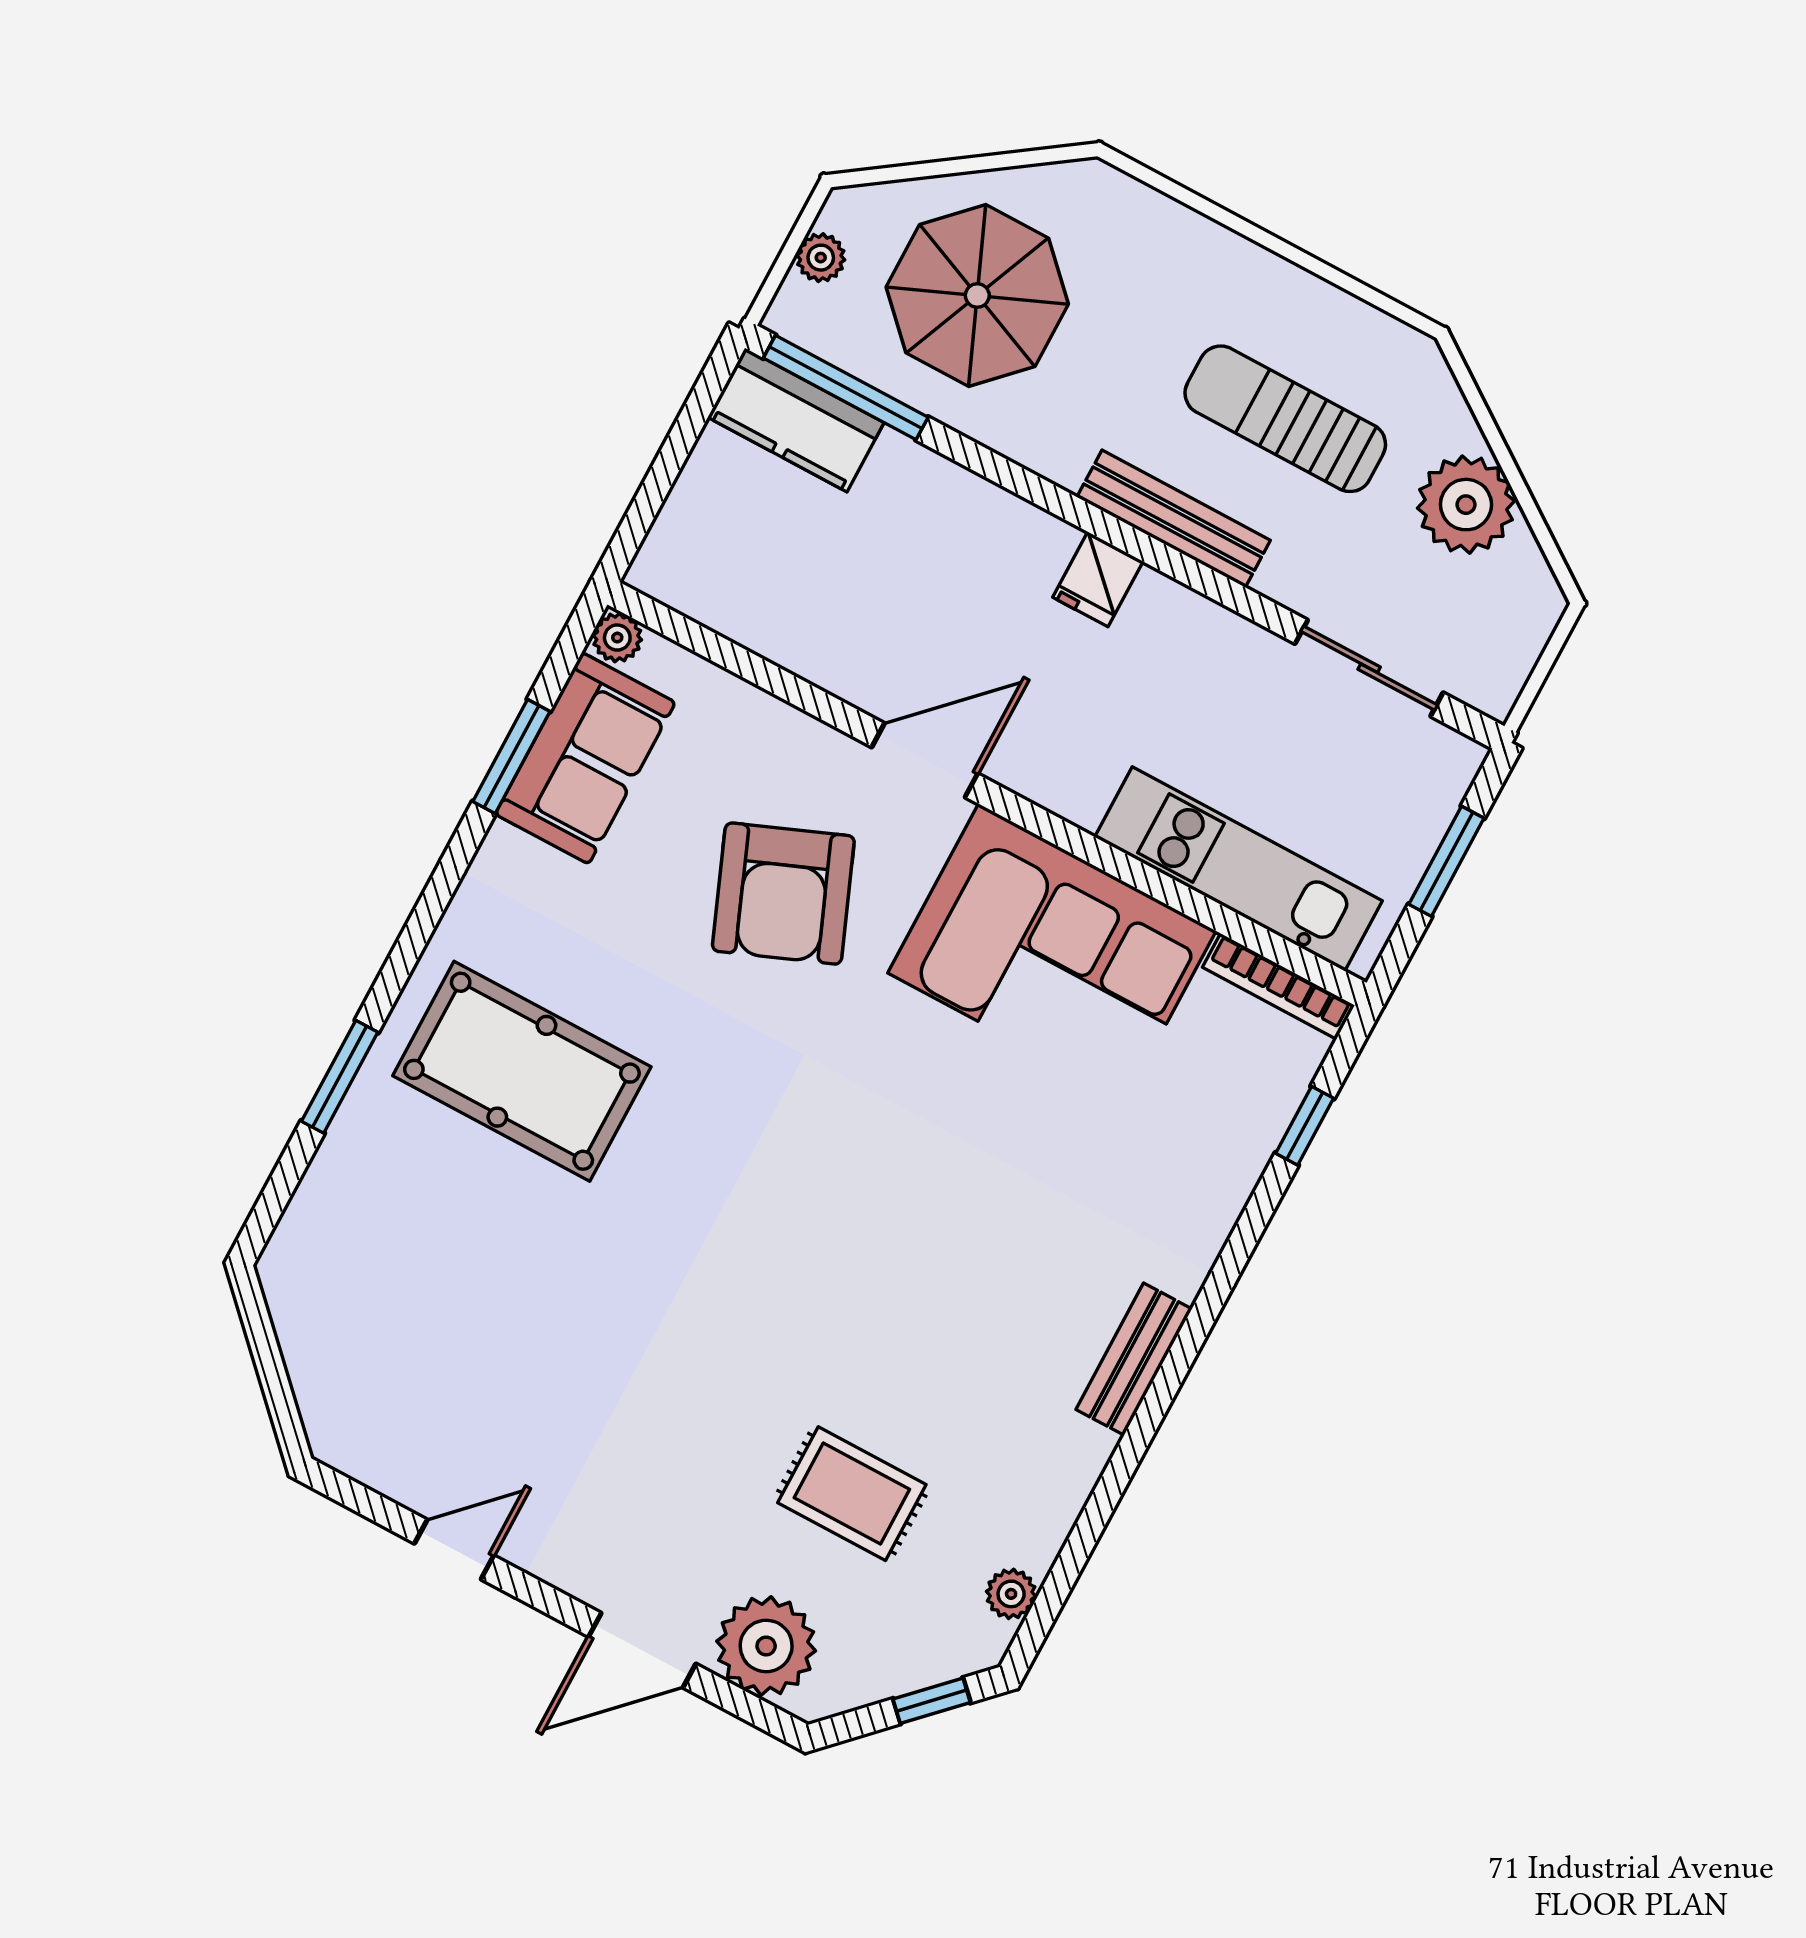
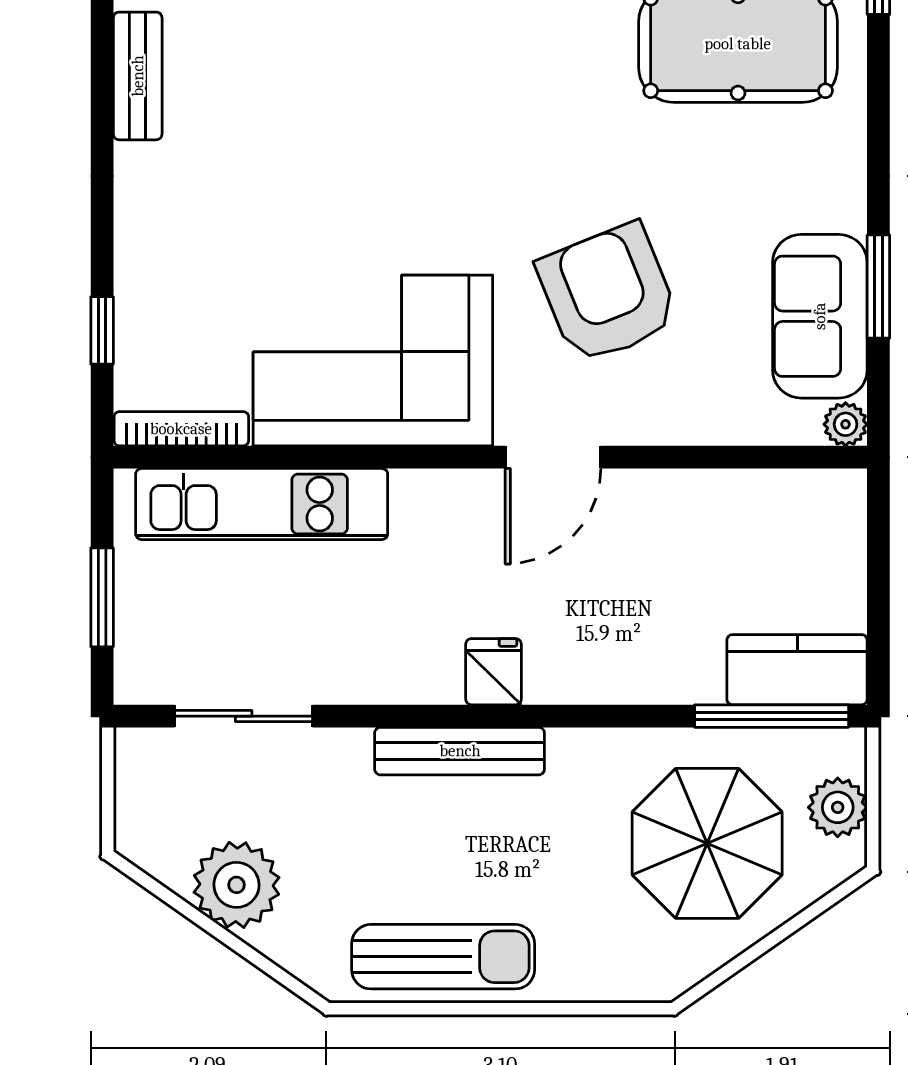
plant: (821, 258) -> (838, 807), width x1.38, depth x1.38
sun lounger: (1285, 419) -> (443, 957), moved

